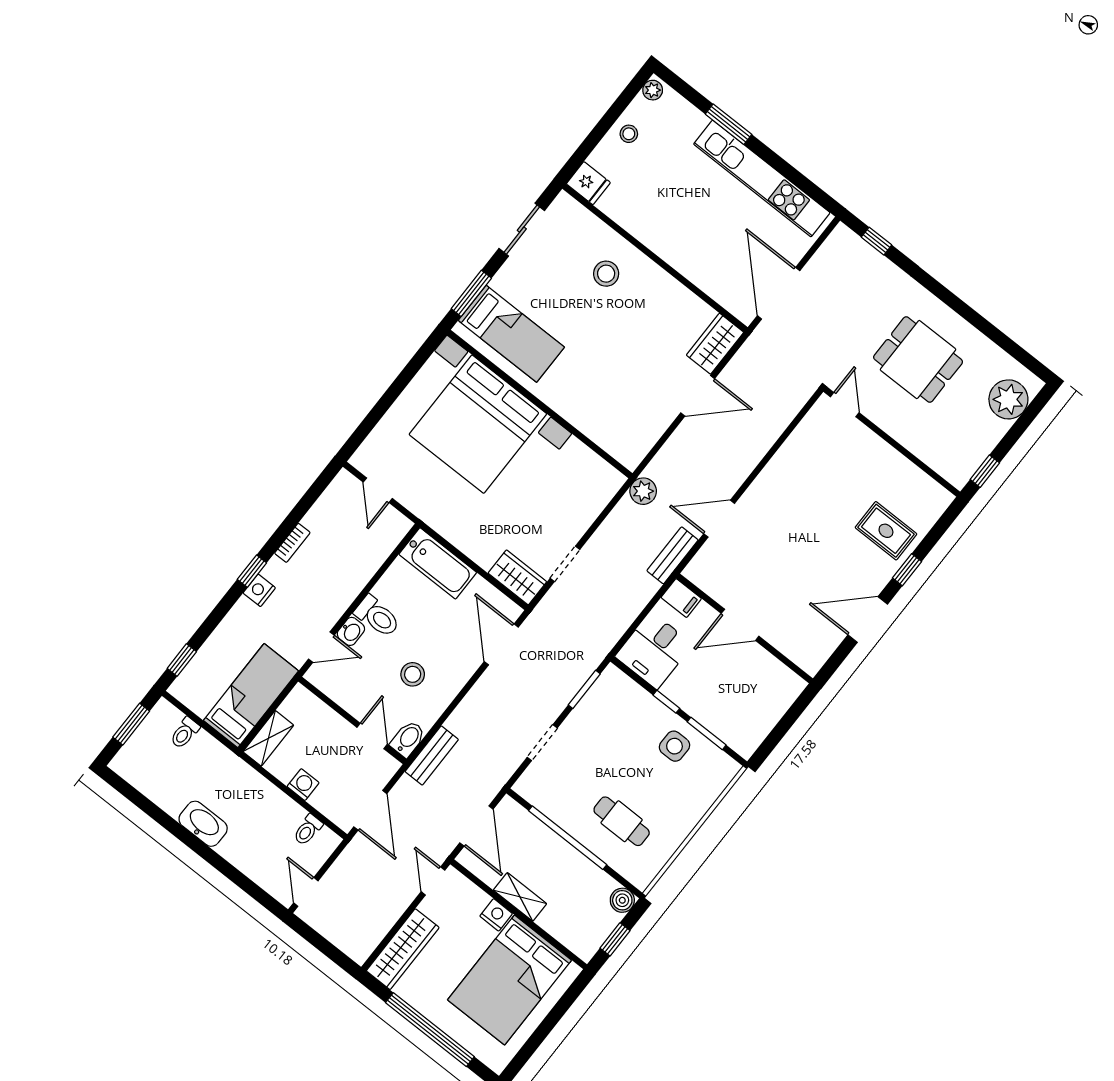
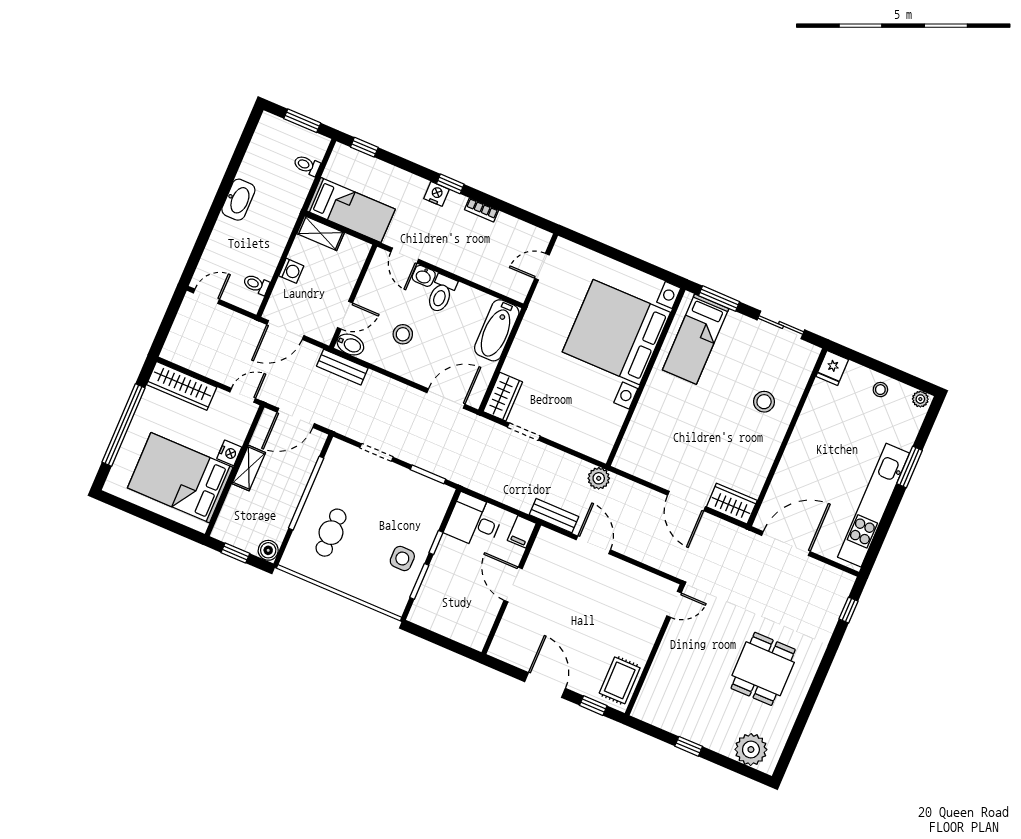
door: (845, 405) -> (674, 604), moved
wall: (892, 442) -> (655, 650), moved

